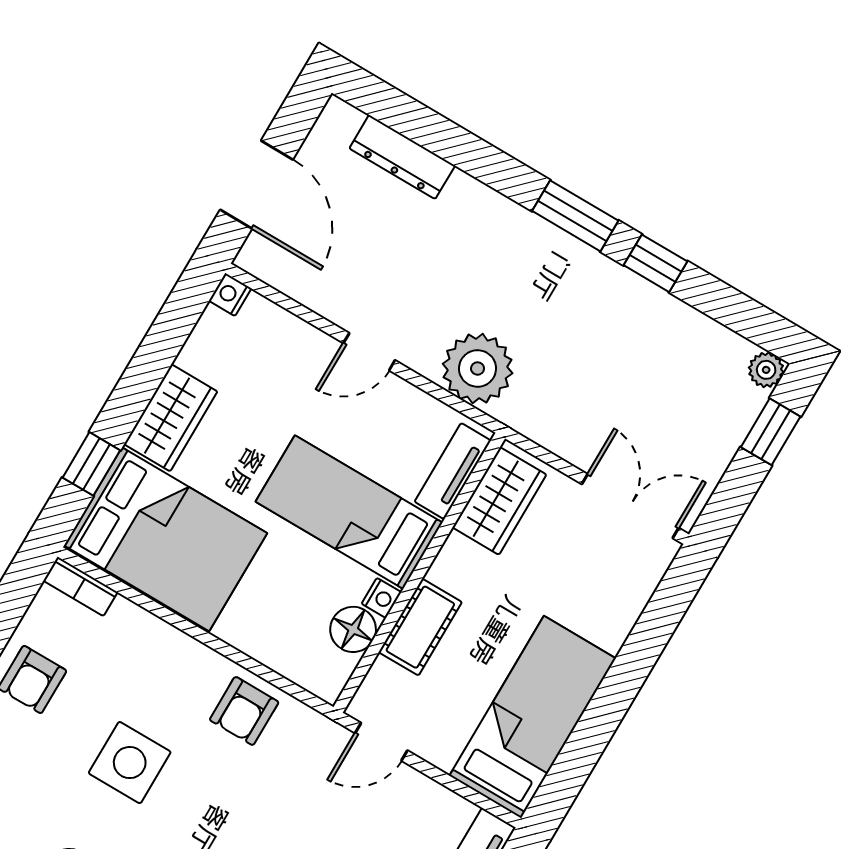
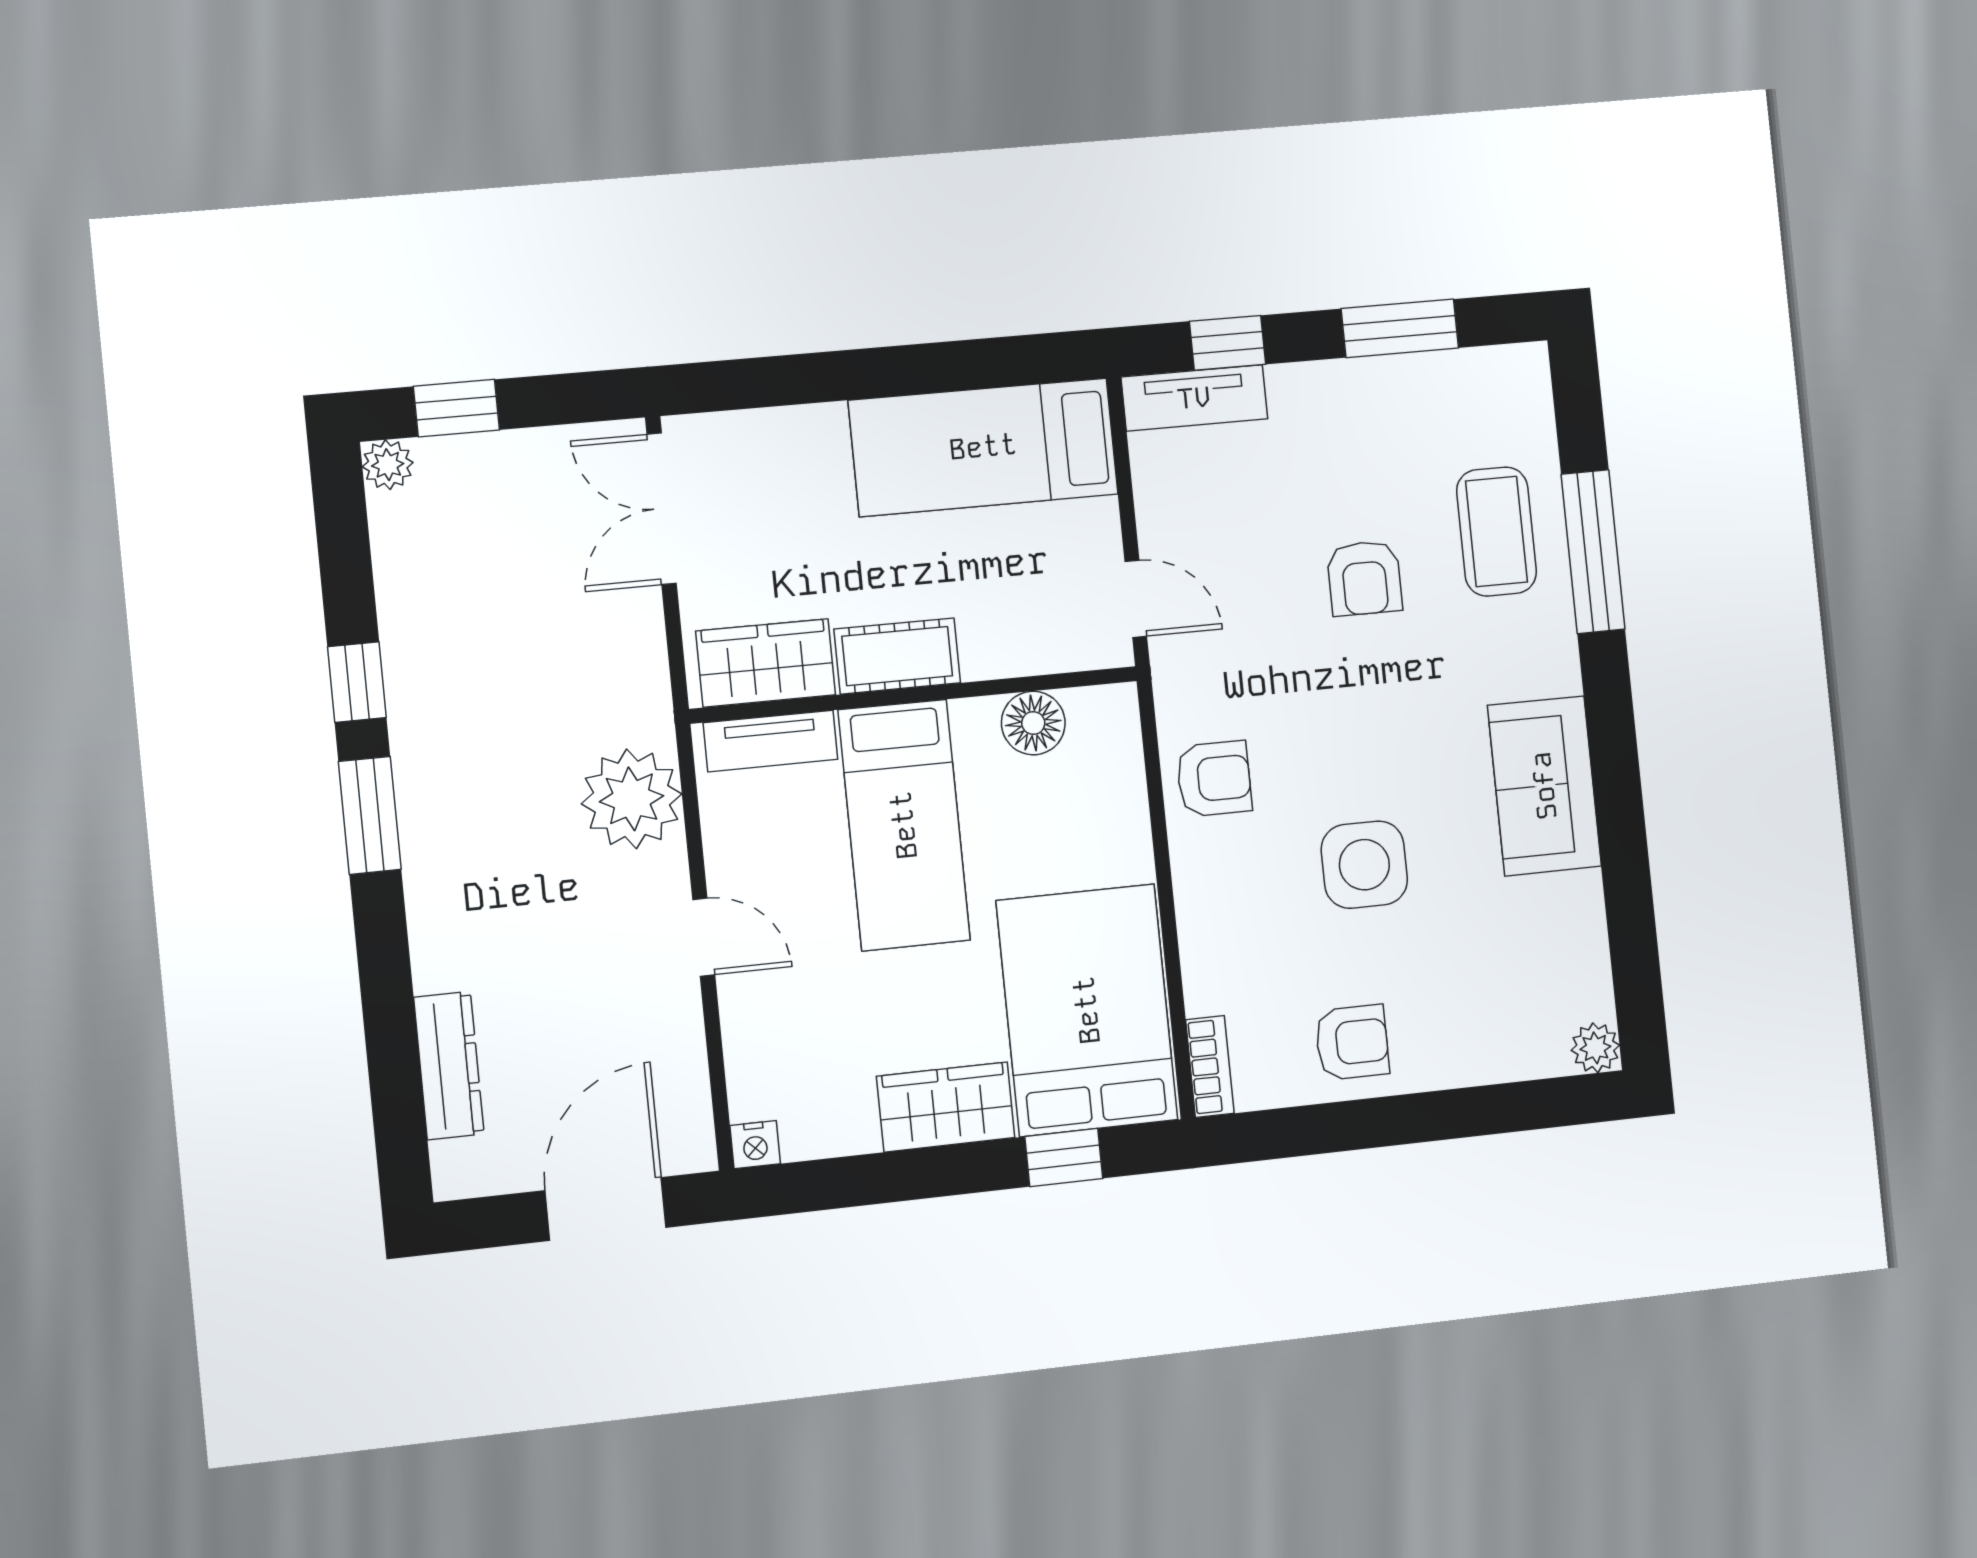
nightstand: (381, 598) -> (974, 717), removed
cot: (420, 627) -> (897, 656), moved

